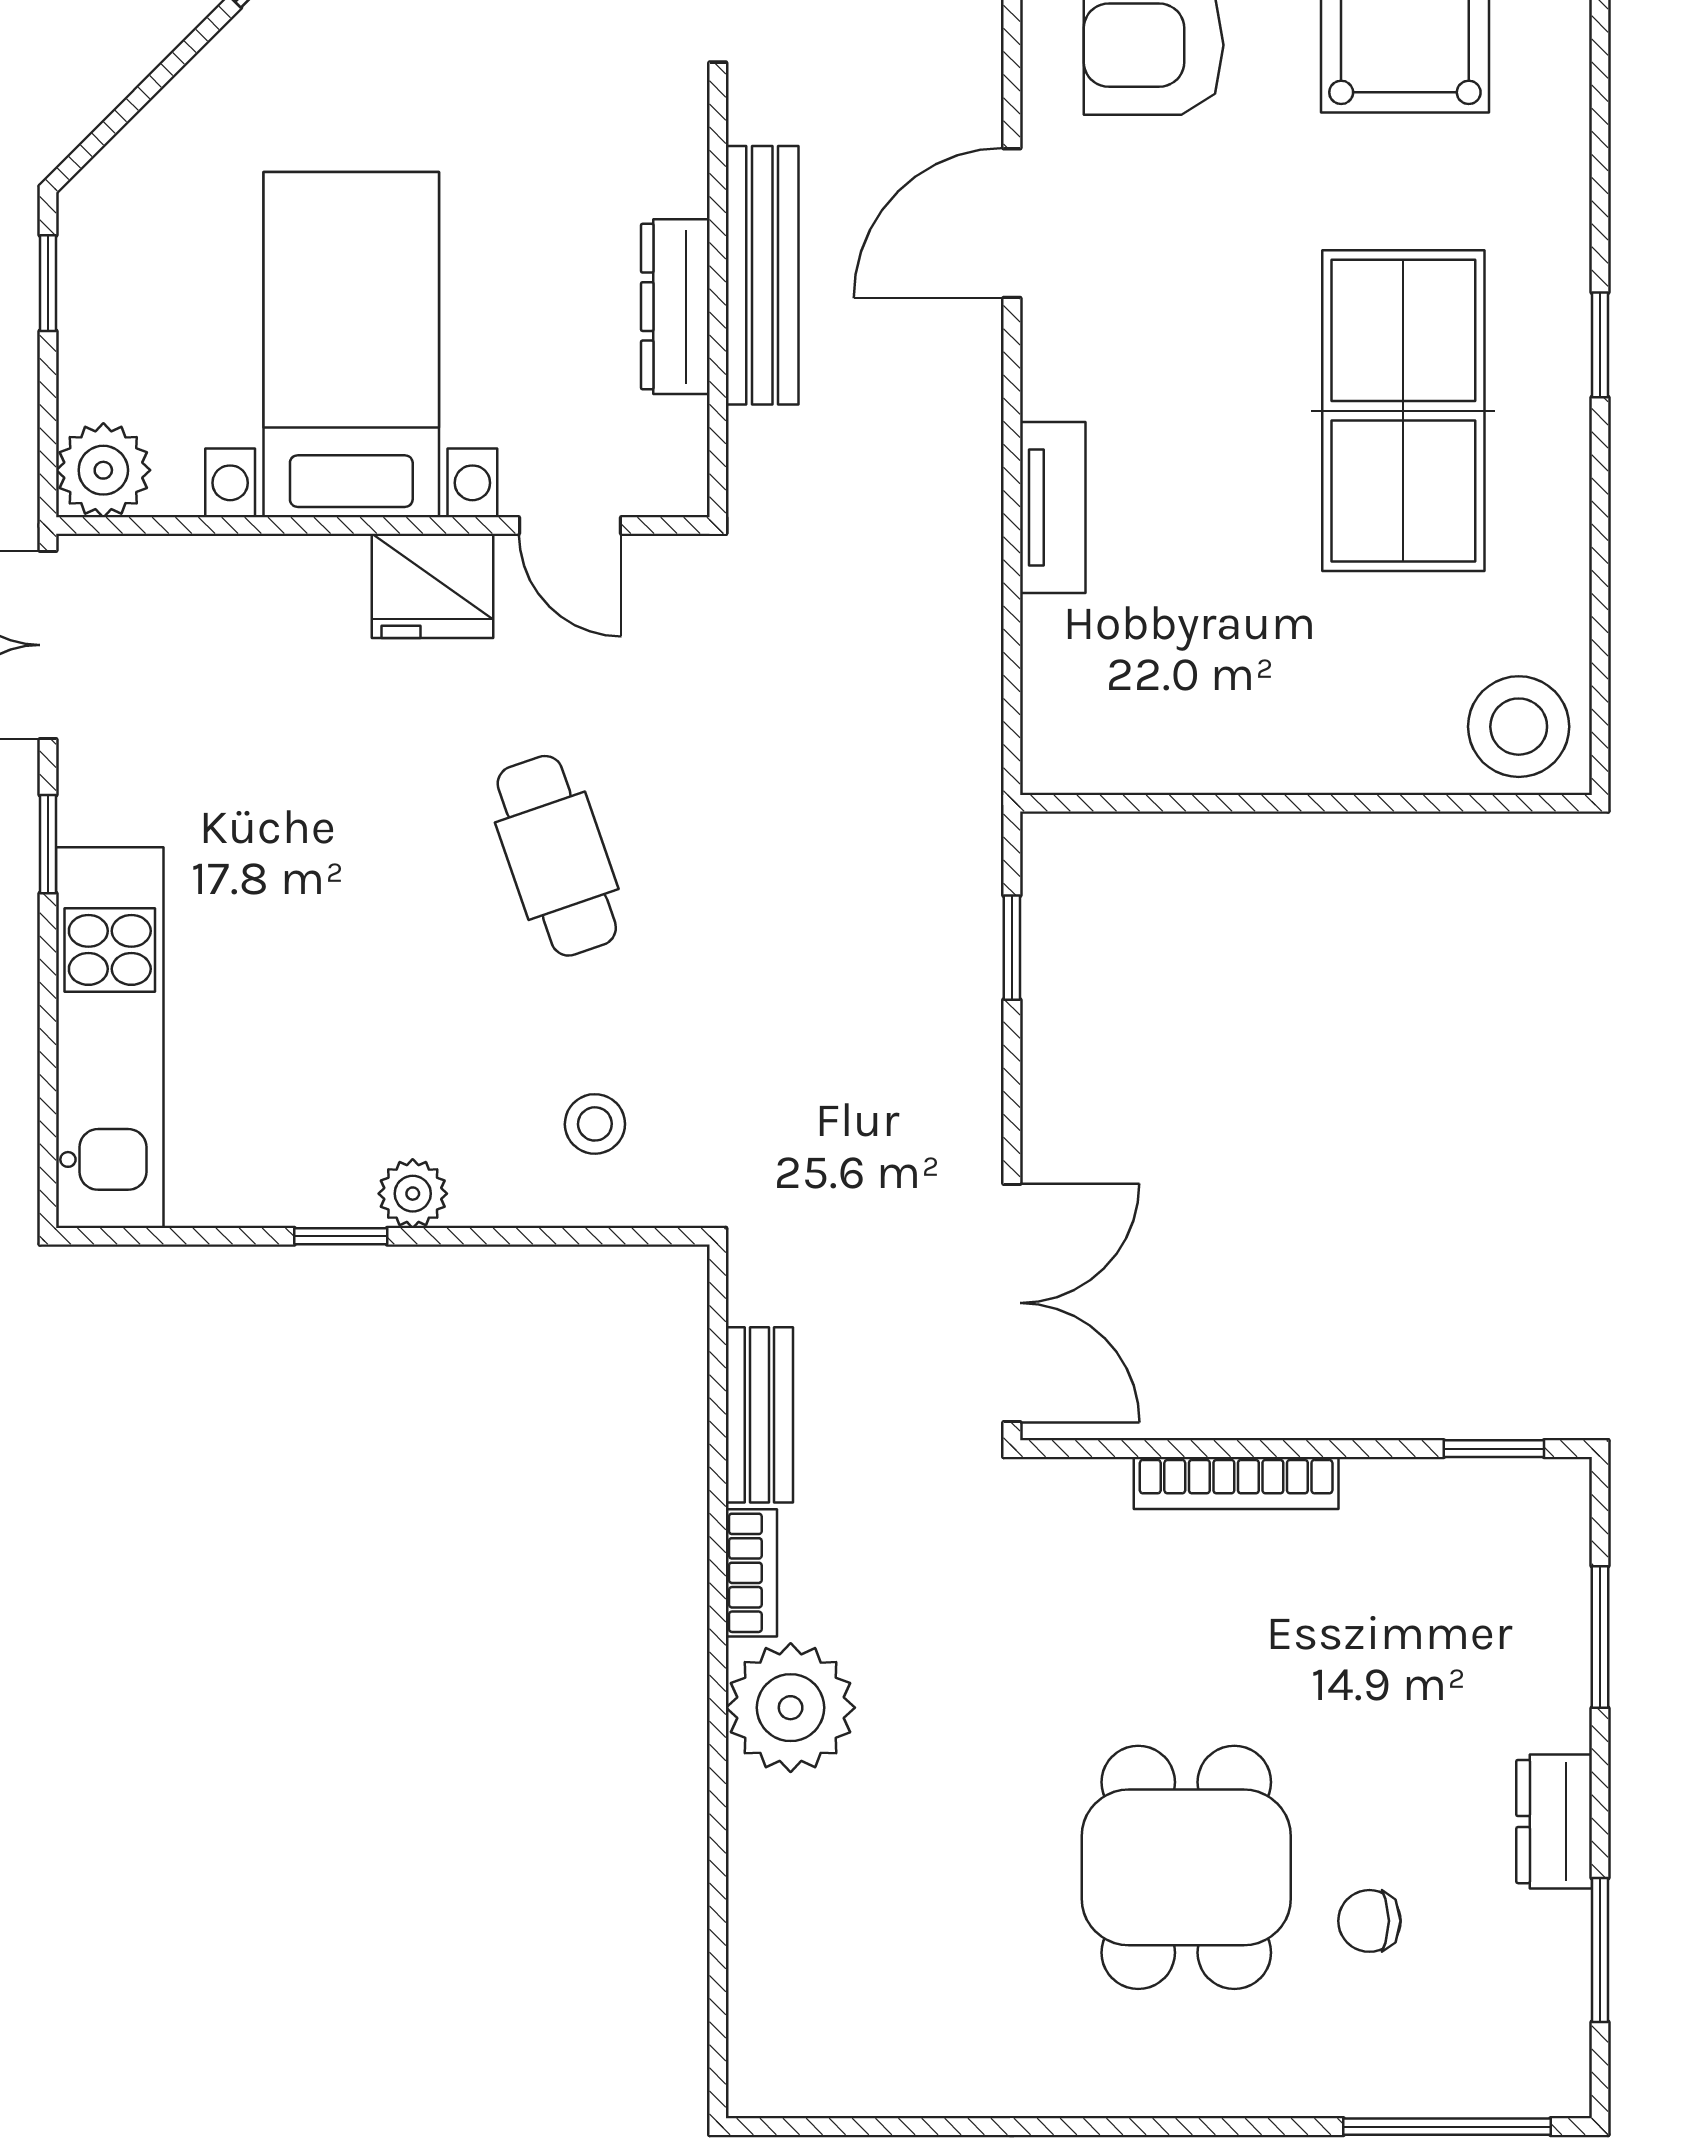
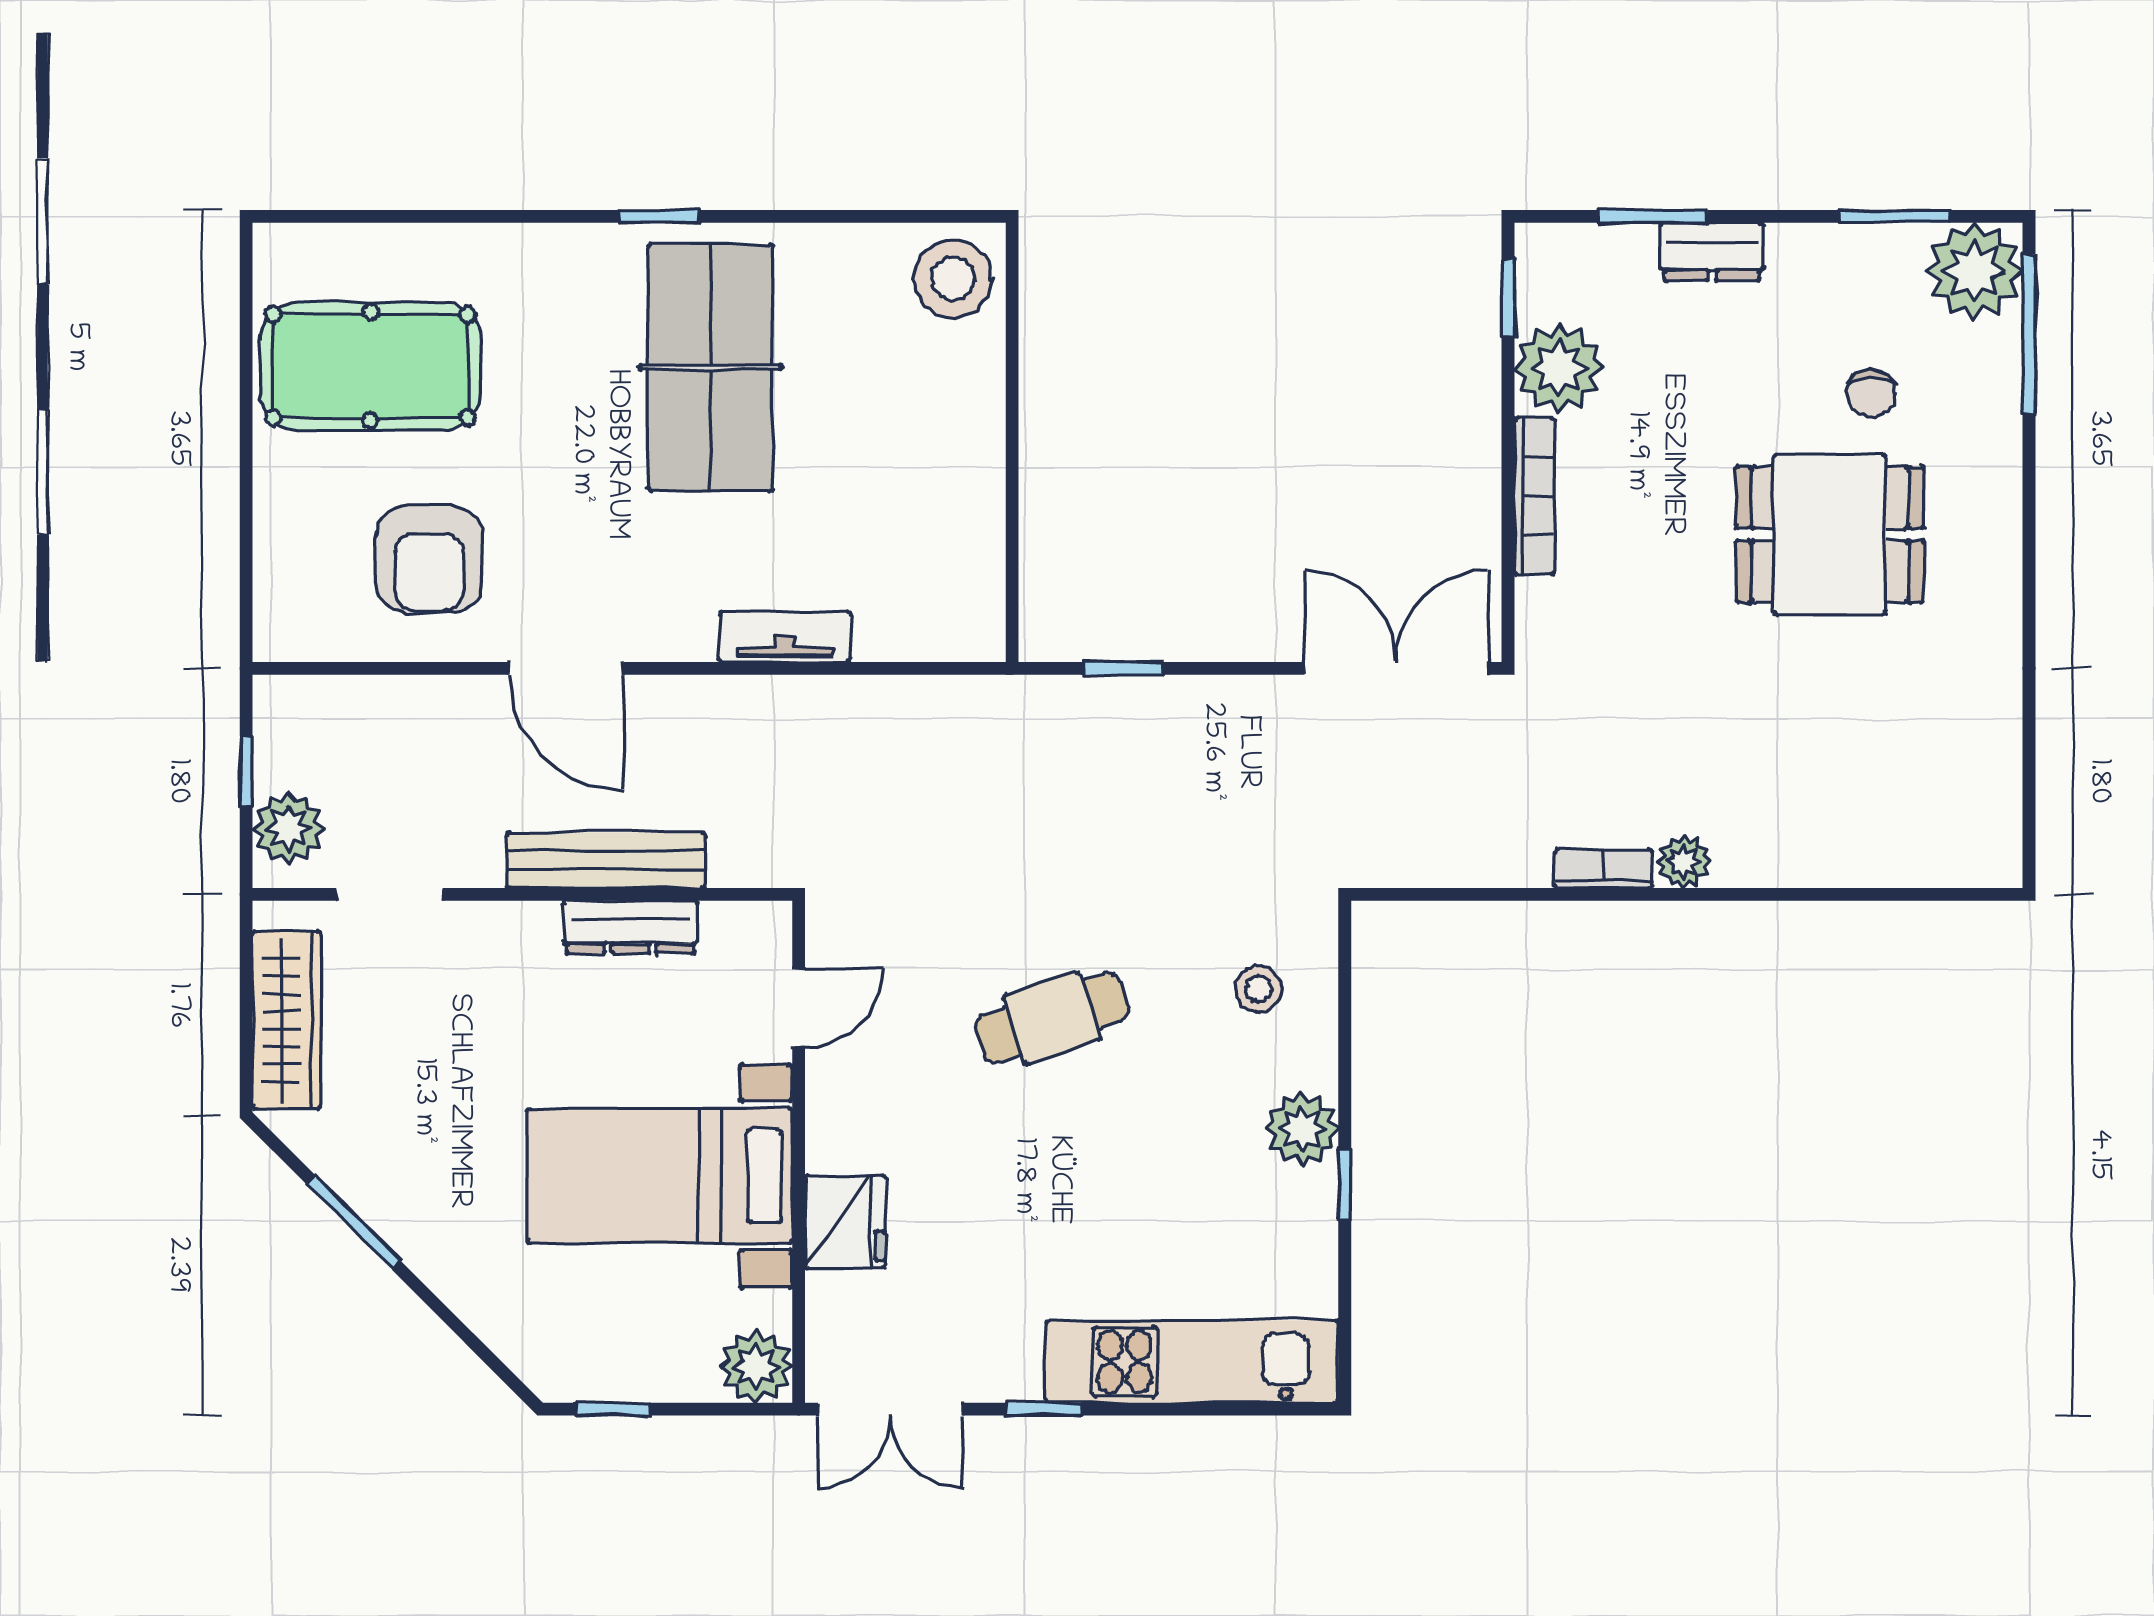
table tennis table: (1403, 411) -> (710, 367), turned 90
fridge: (432, 586) -> (845, 1222), moved
plant: (413, 1194) -> (1302, 1129), width x1.38, depth x1.38
bench: (759, 1415) -> (1482, 862), removed
plant: (1403, 1515) -> (1559, 368), added
plant: (791, 1708) -> (1684, 862), width x0.53, depth x0.53
dresser: (1554, 1822) -> (1712, 252), moved
plant: (1529, 2055) -> (1974, 271), added

